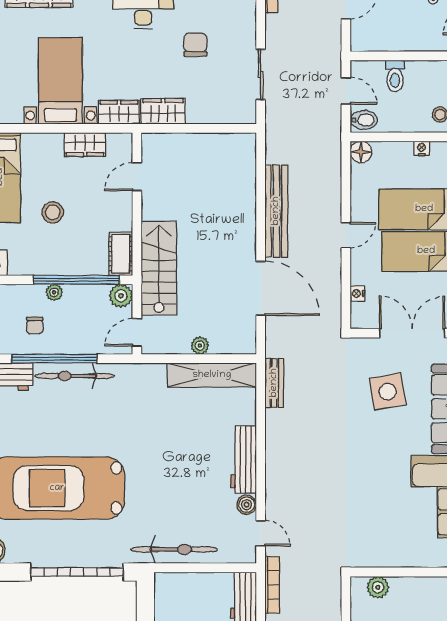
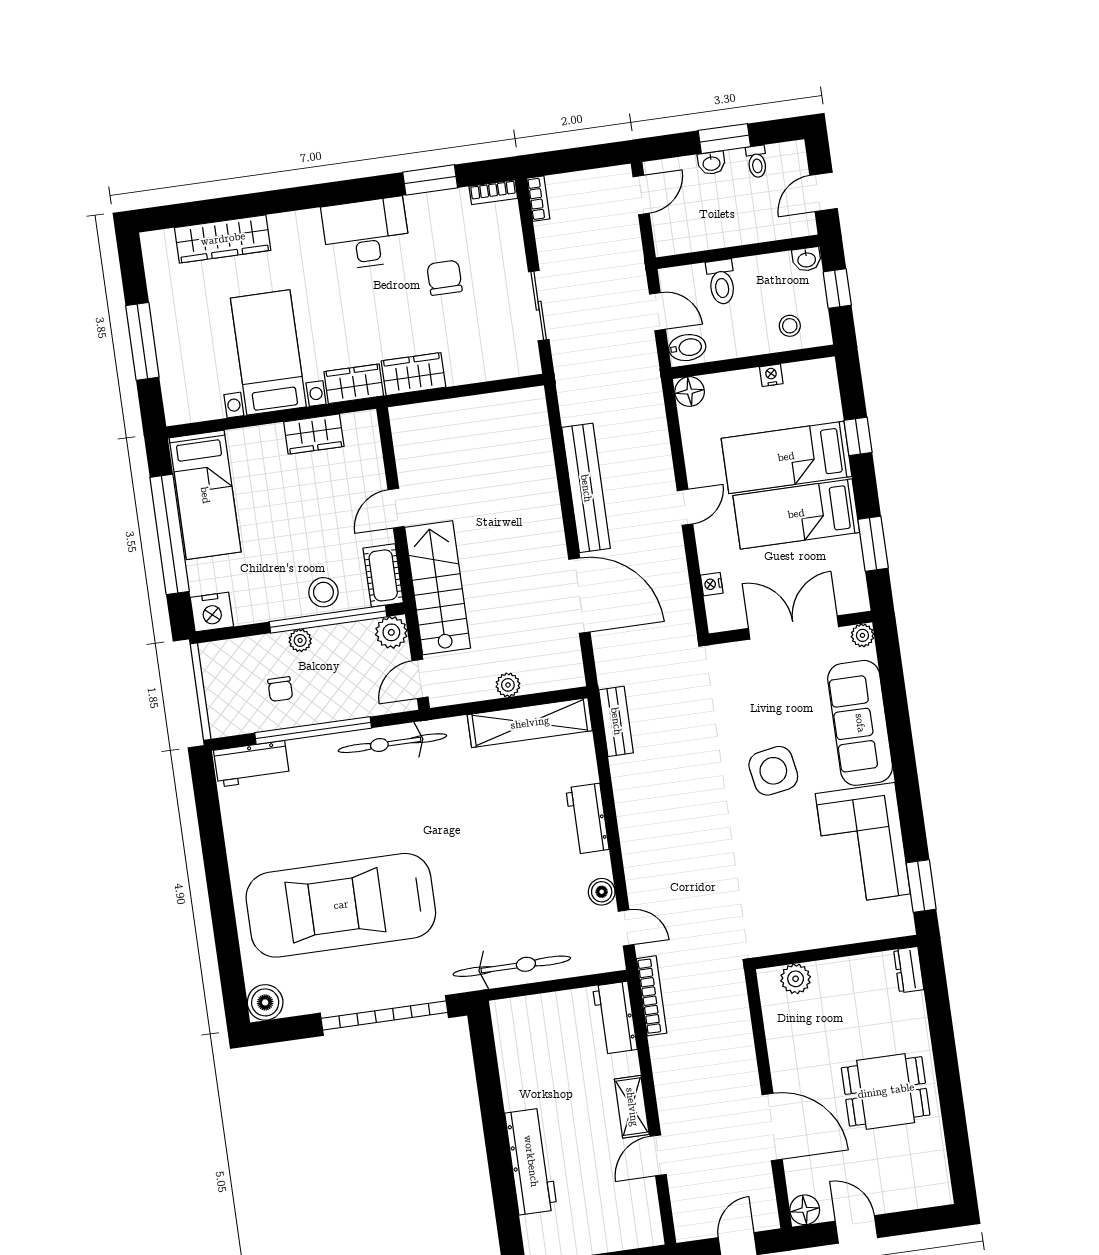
door: (137, 177) -> (396, 508), moved
stool: (53, 212) -> (323, 592), moved
bicycle: (74, 376) -> (392, 743), moved
side table: (388, 392) -> (773, 771), moved
workbench: (244, 460) -> (587, 819), width x0.73

